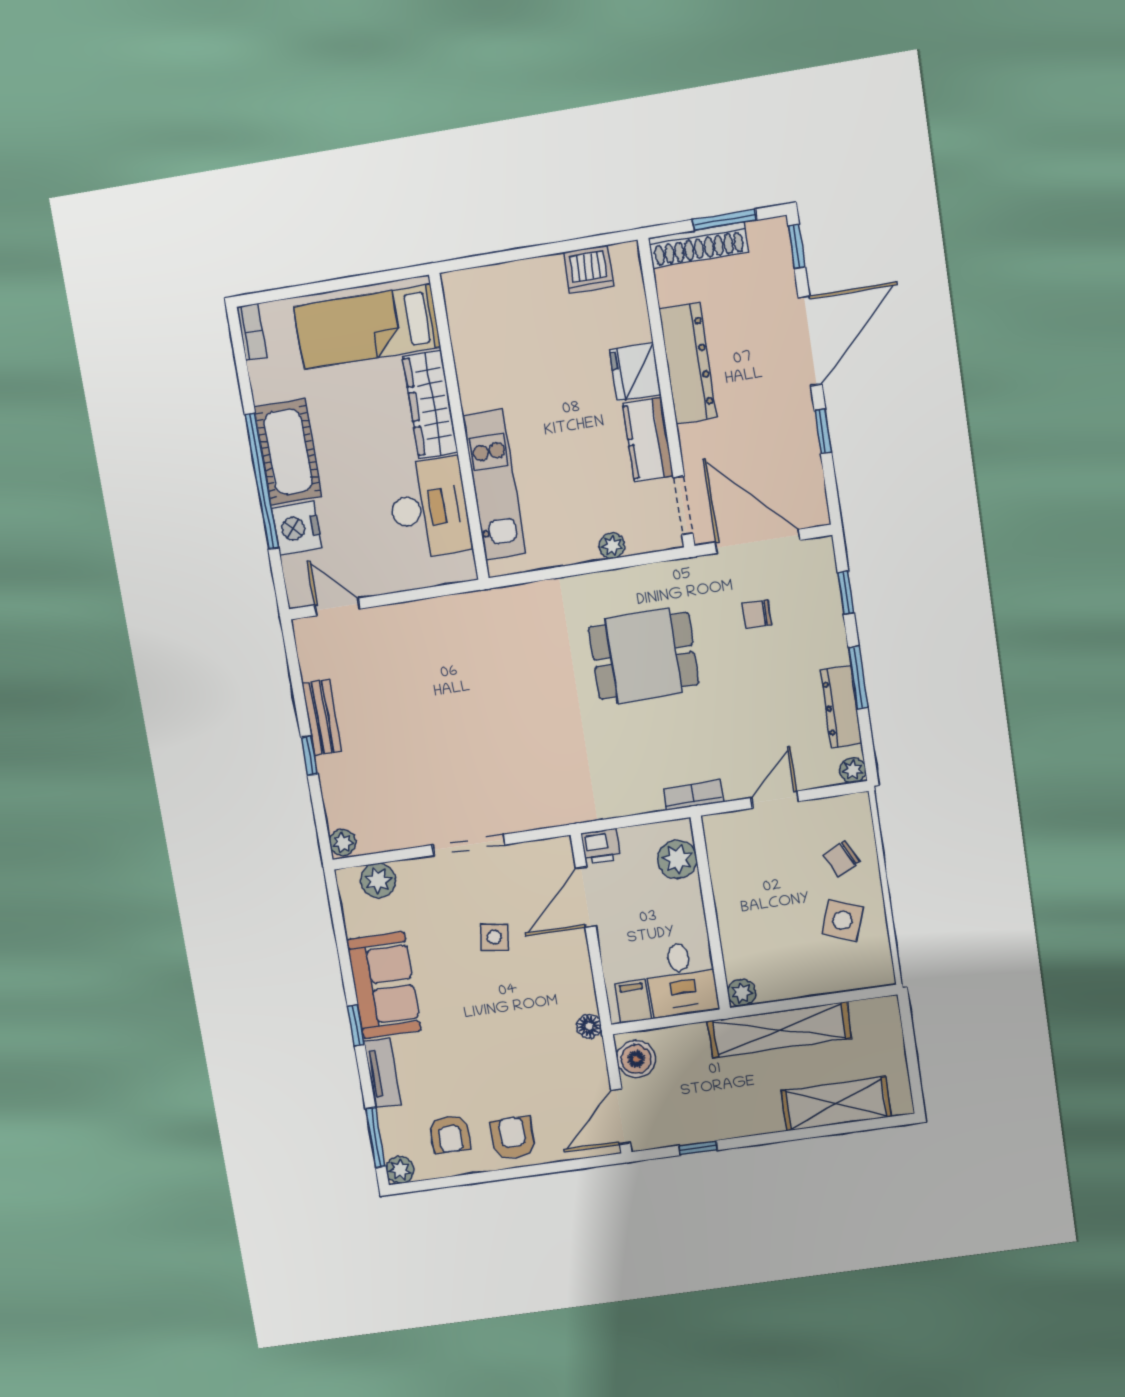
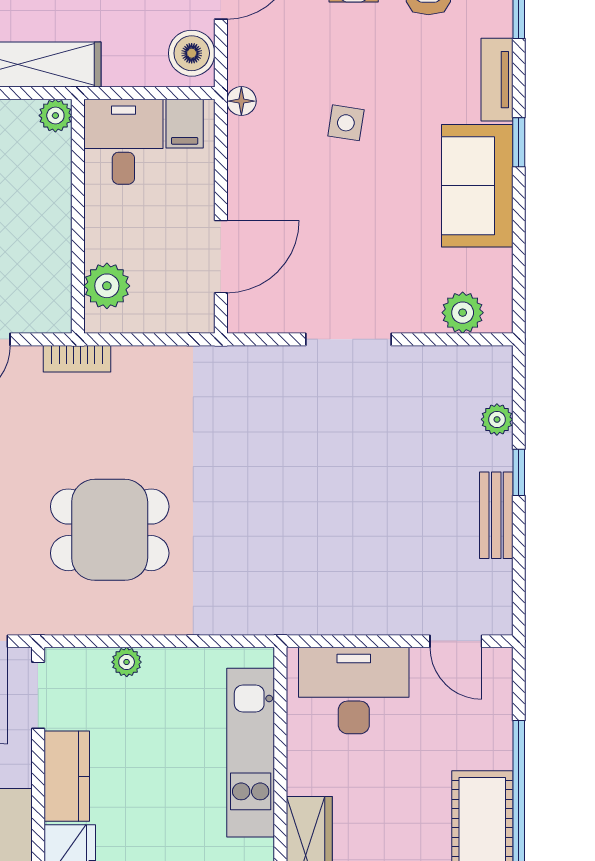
desk: (429, 508) -> (354, 691), moved, turned 90
nightstand: (297, 528) -> (488, 739), removed
plant: (343, 843) -> (497, 419), moved
printer: (601, 846) -> (194, 314), removed
side table: (494, 937) -> (346, 123), moved

